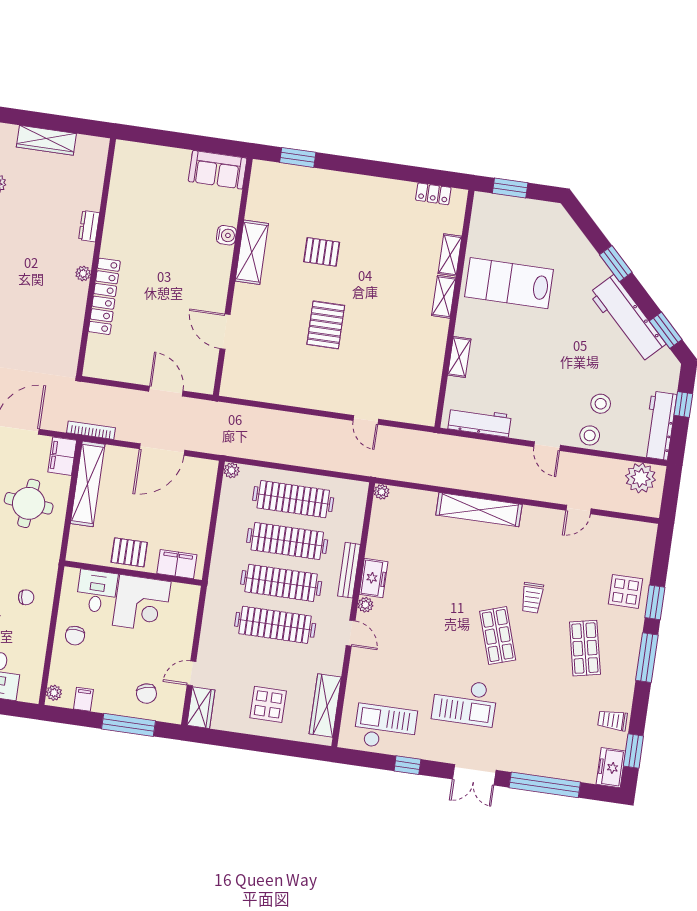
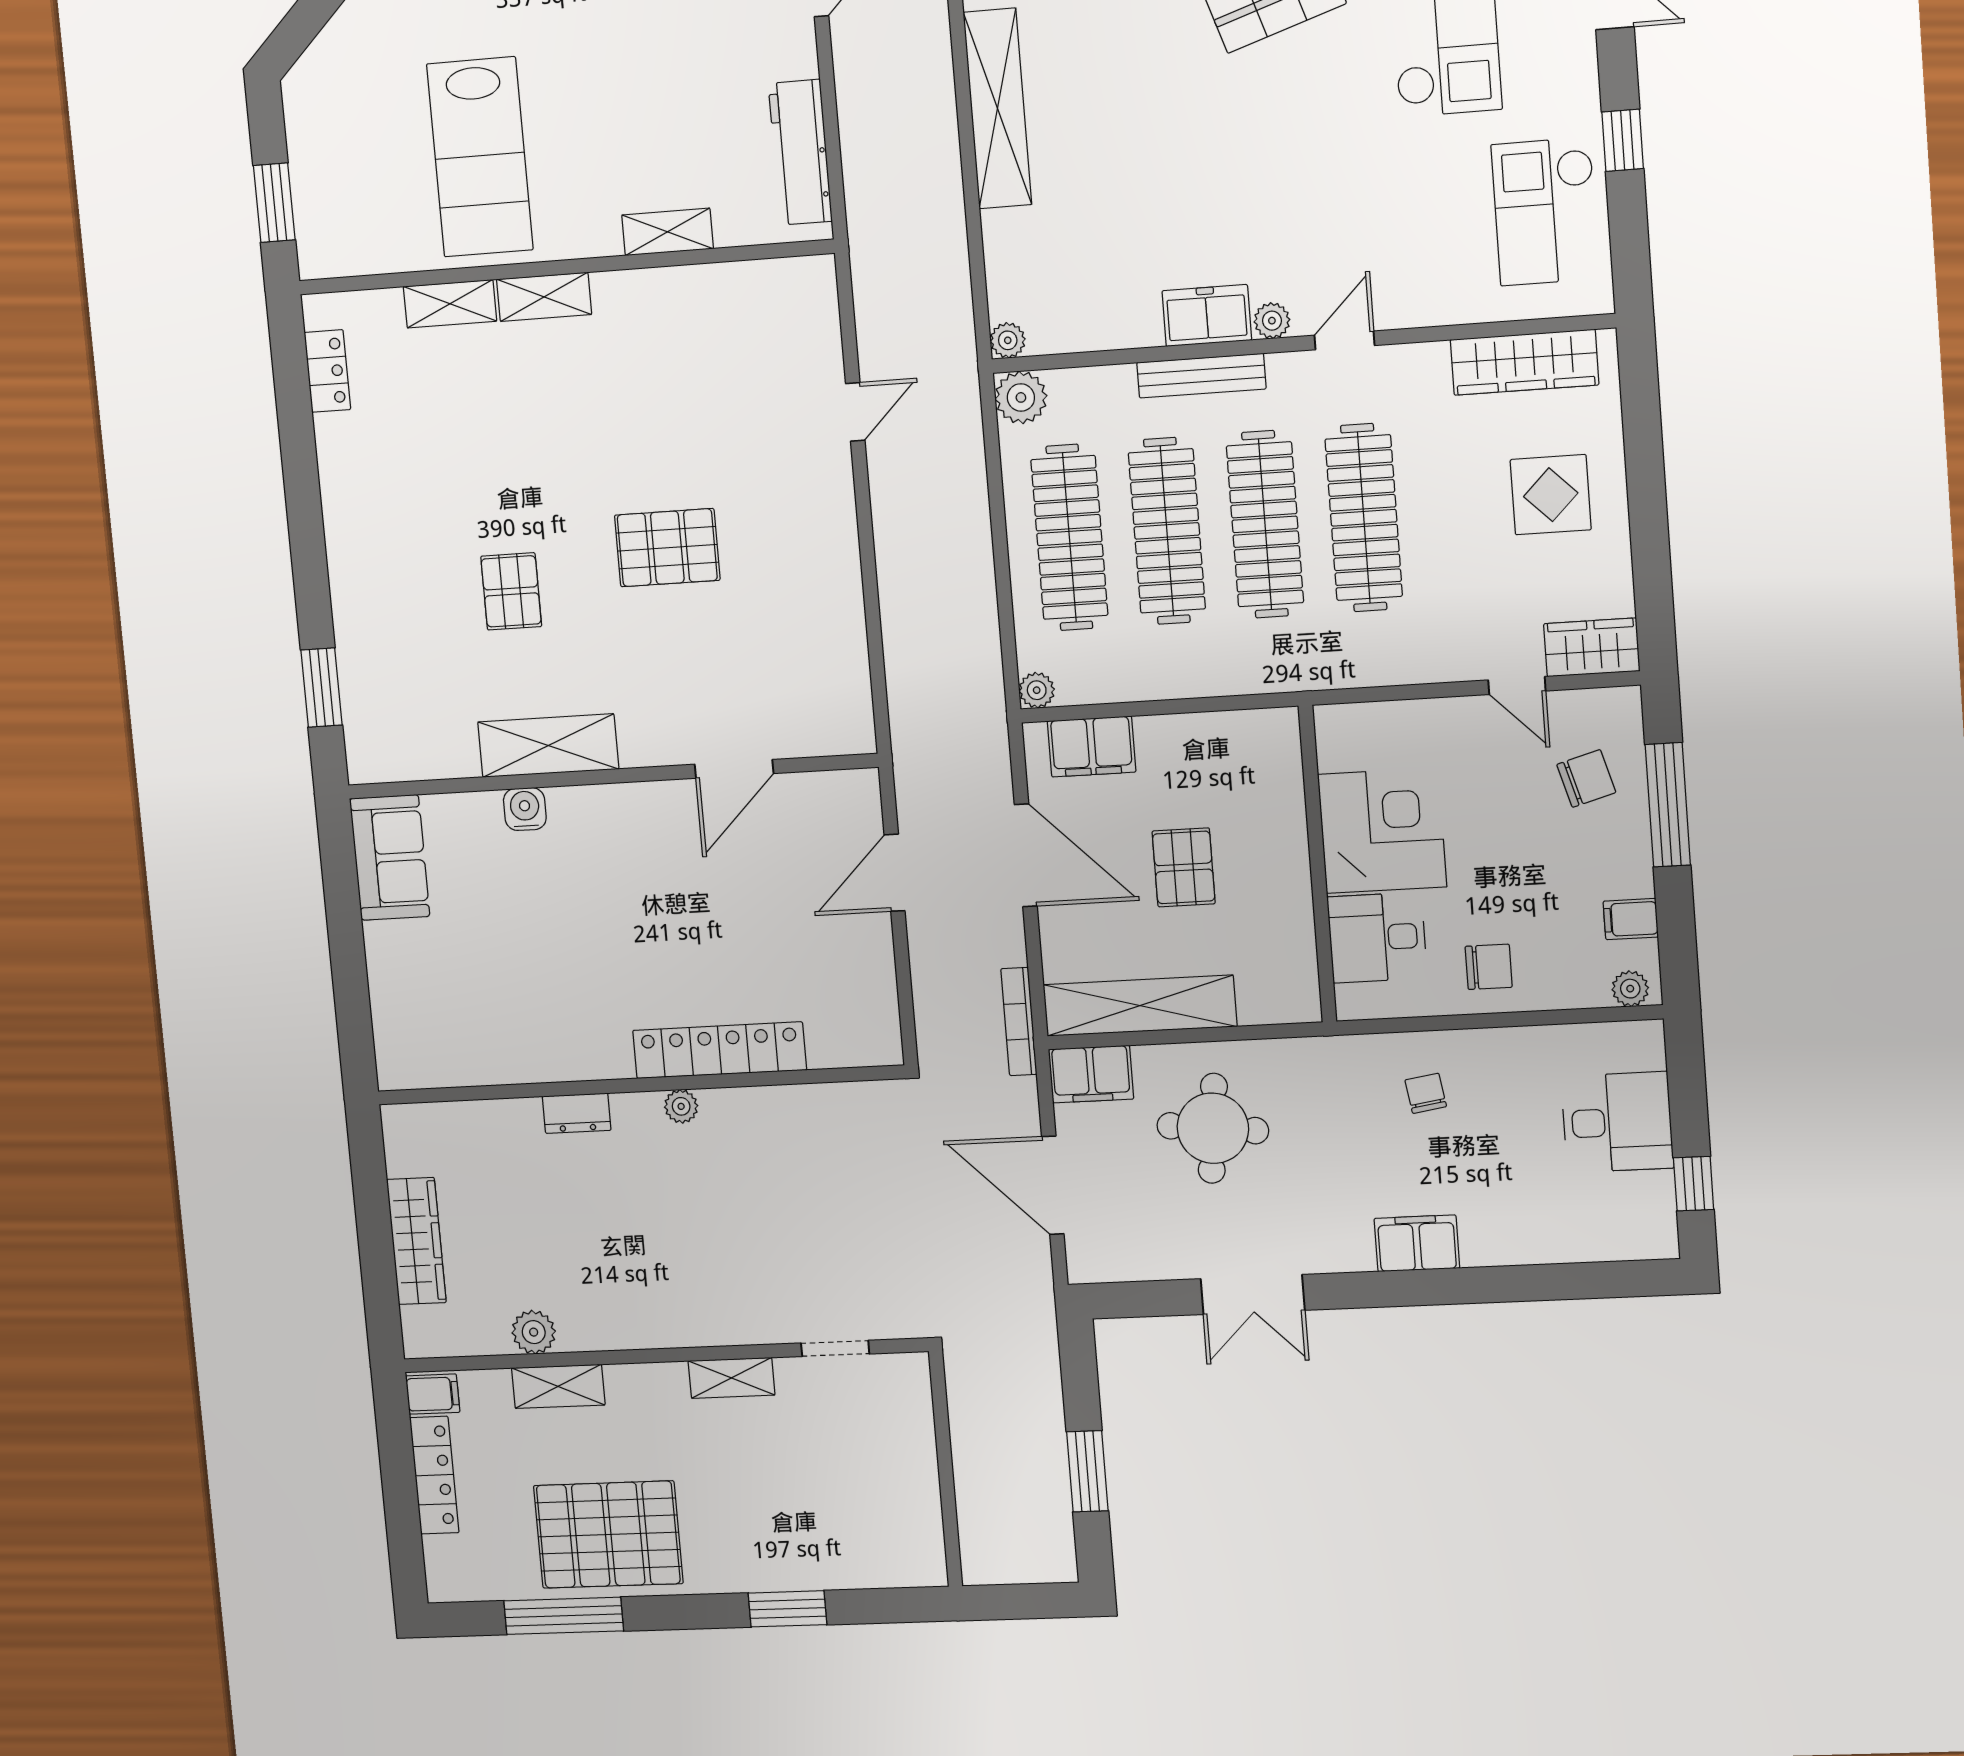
plant: (356, 492) -> (1021, 397), added
pallet: (129, 552) -> (1184, 867), moved
filing cabinet: (177, 564) -> (1092, 747), moved, turned -90

